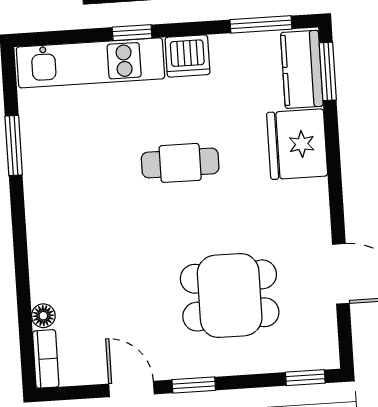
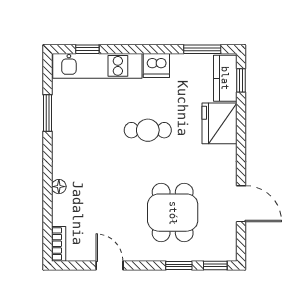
window: (132, 33) -> (87, 49), moved
window: (328, 71) -> (241, 80), width x0.67
dining table: (230, 295) -> (173, 213), turned 90
floor lamp: (43, 316) -> (59, 187), moved
window: (194, 385) -> (179, 265), moved

